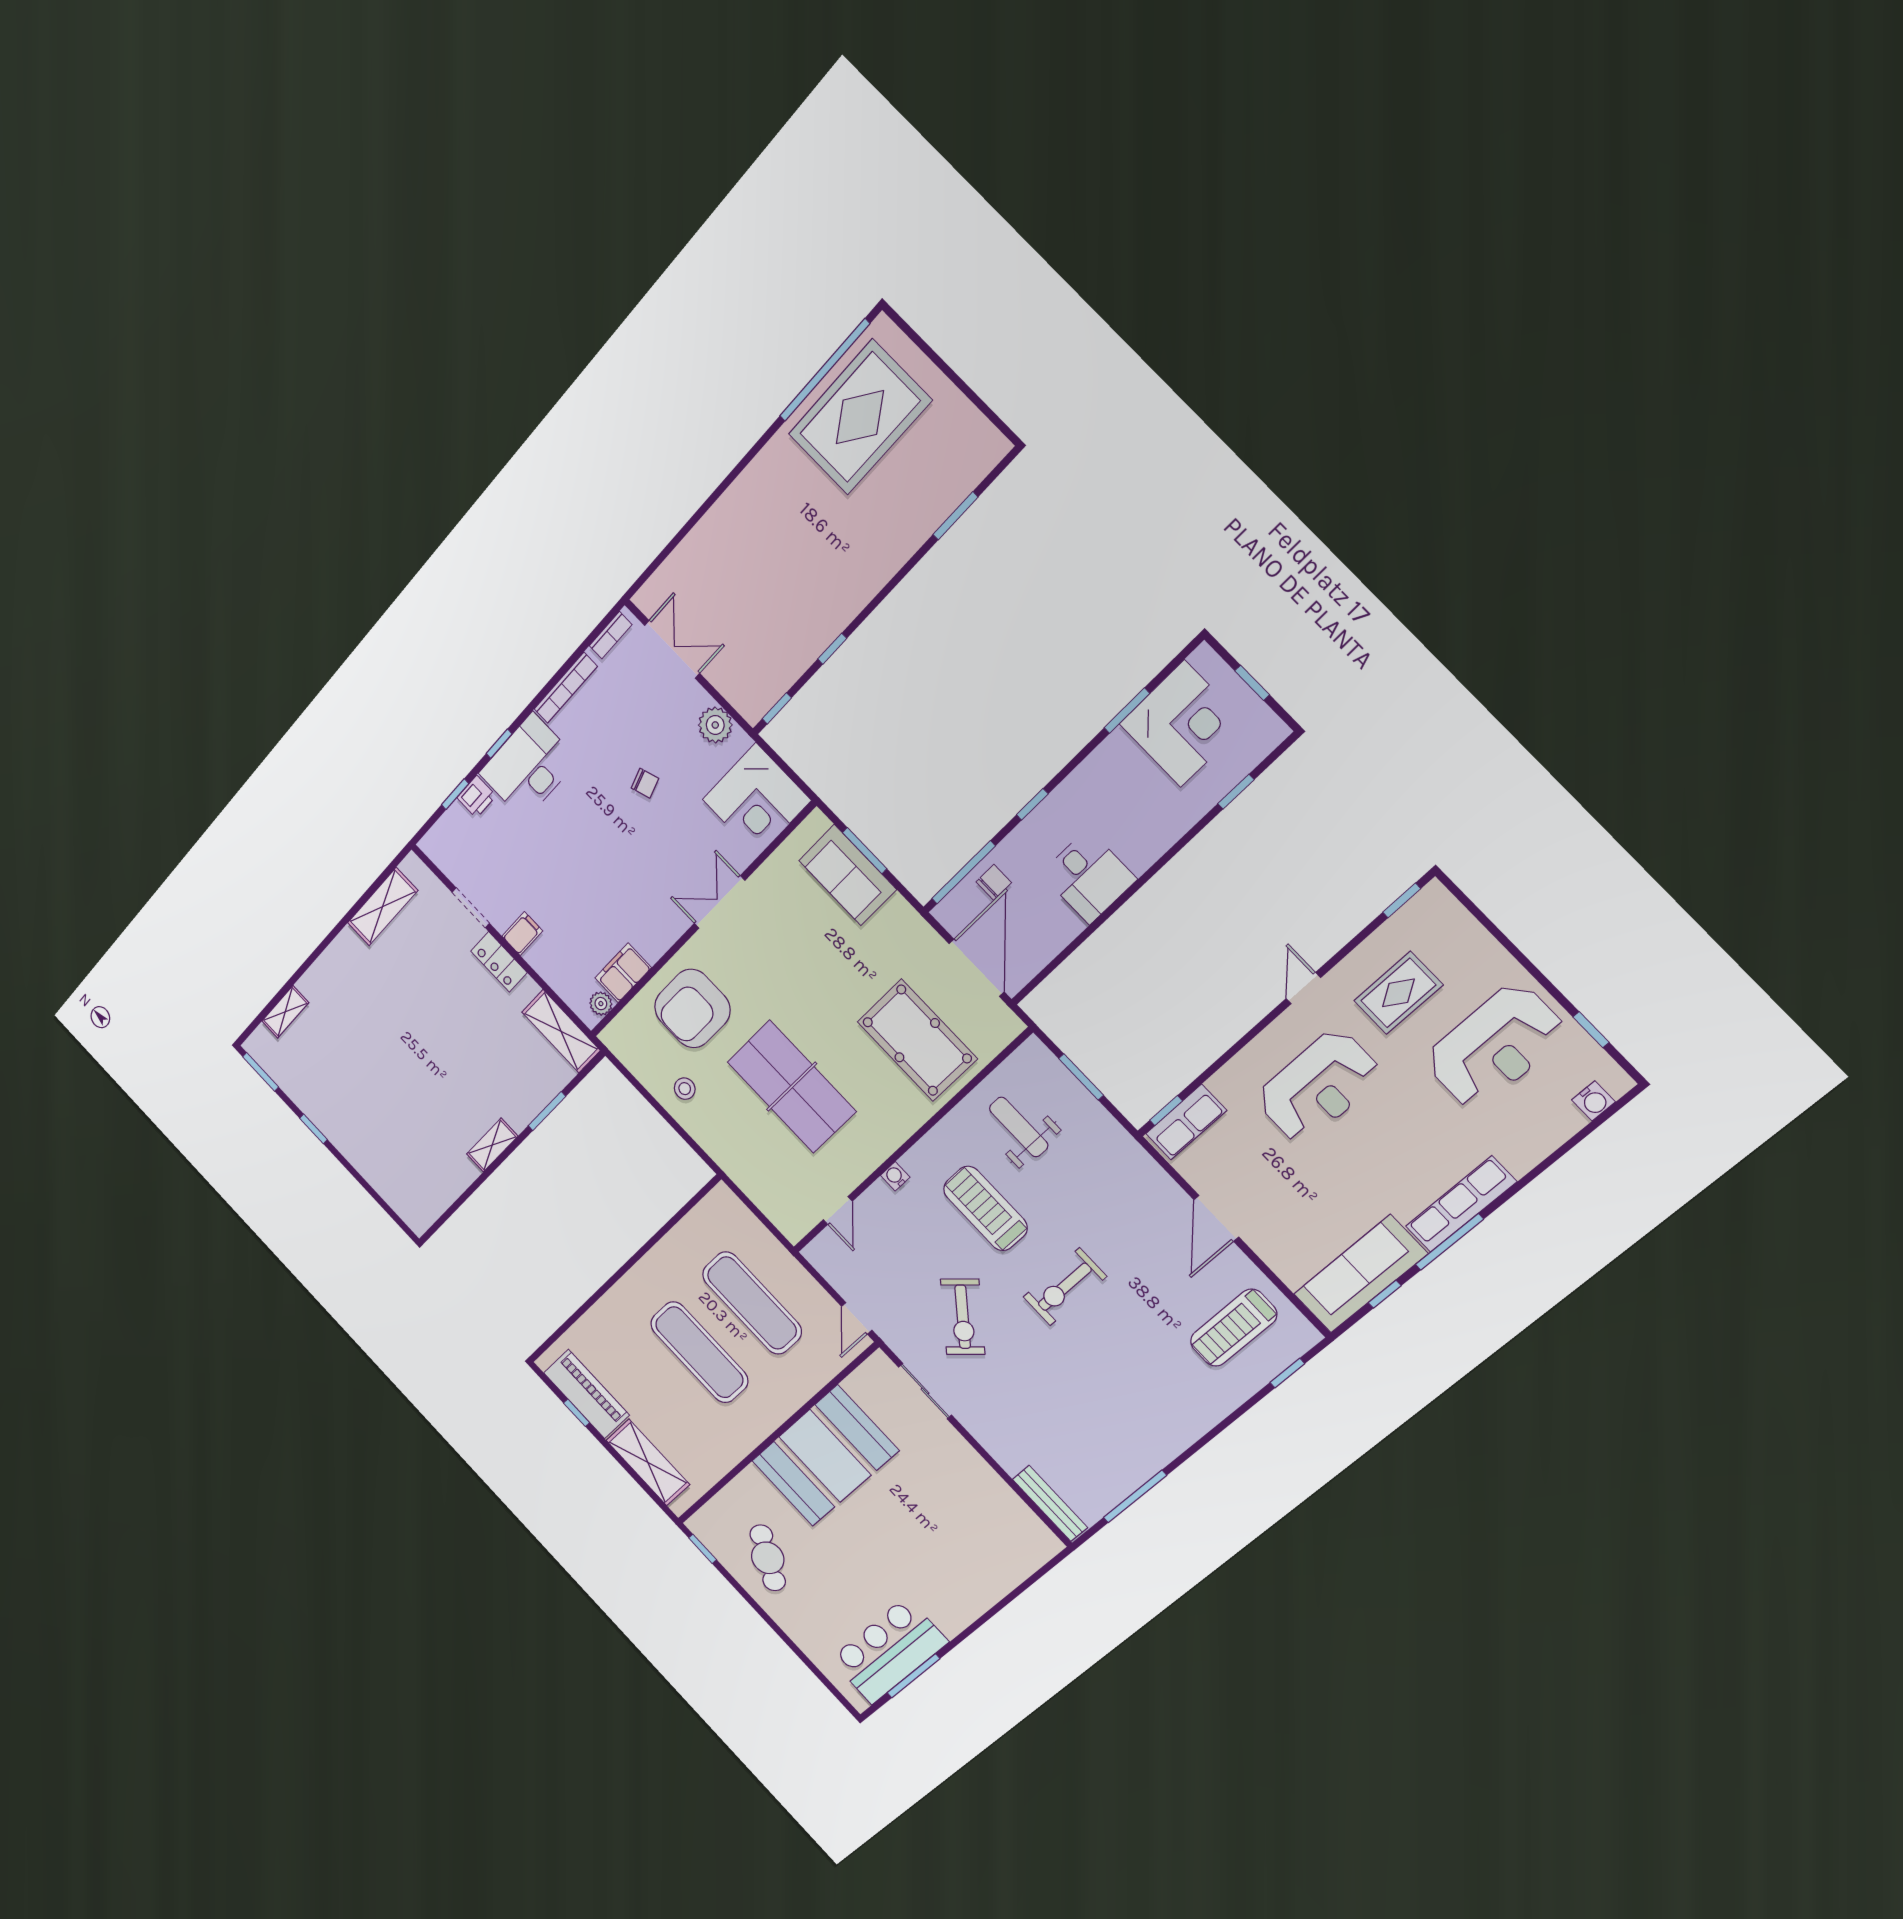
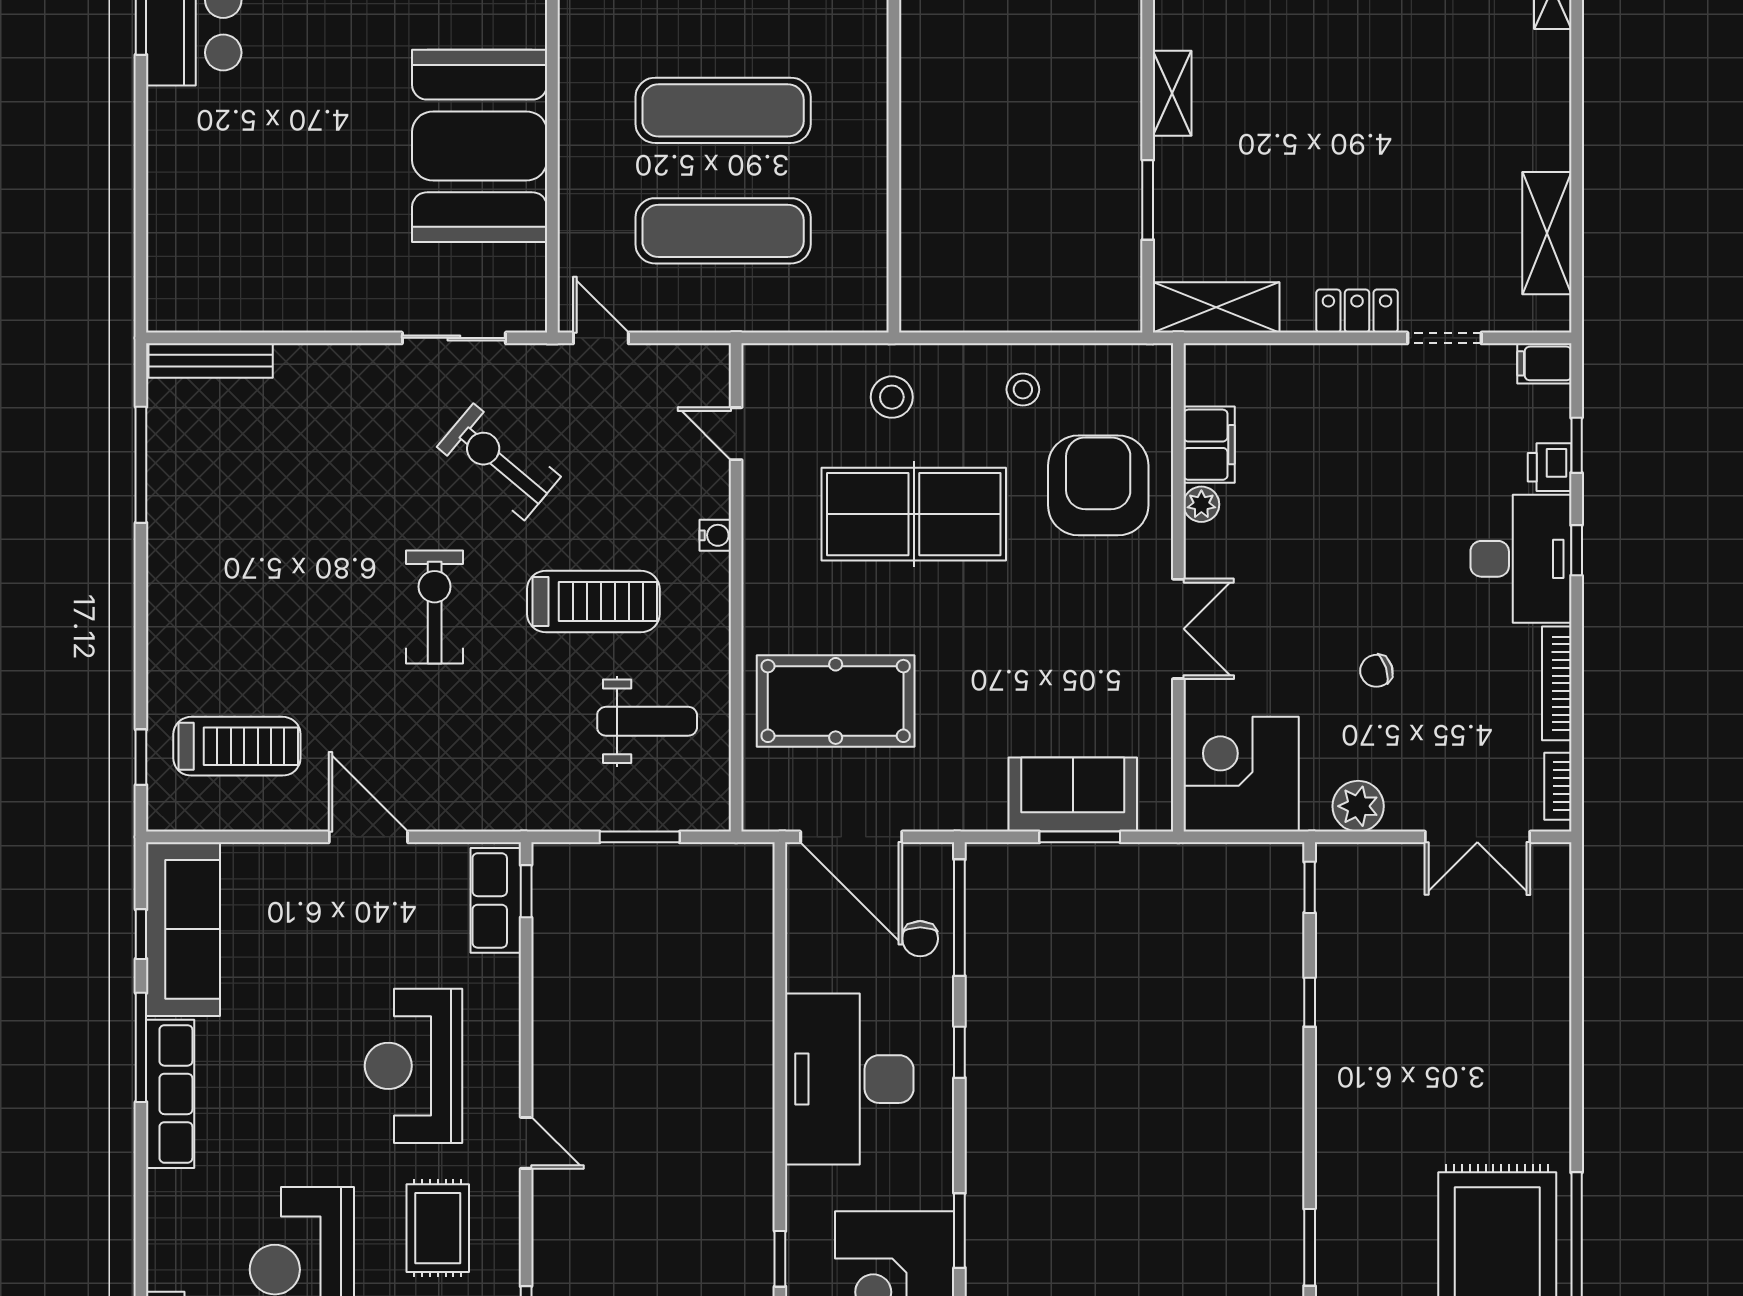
desk: (1089, 876) -> (849, 1079), width x1.87, depth x1.30
filing cabinet: (522, 934) -> (1544, 363), moved, turned 90
plant: (601, 1004) -> (1201, 504), moved
stool: (749, 1150) -> (892, 397), added
treadmill: (1234, 1328) -> (237, 746), turned 90

